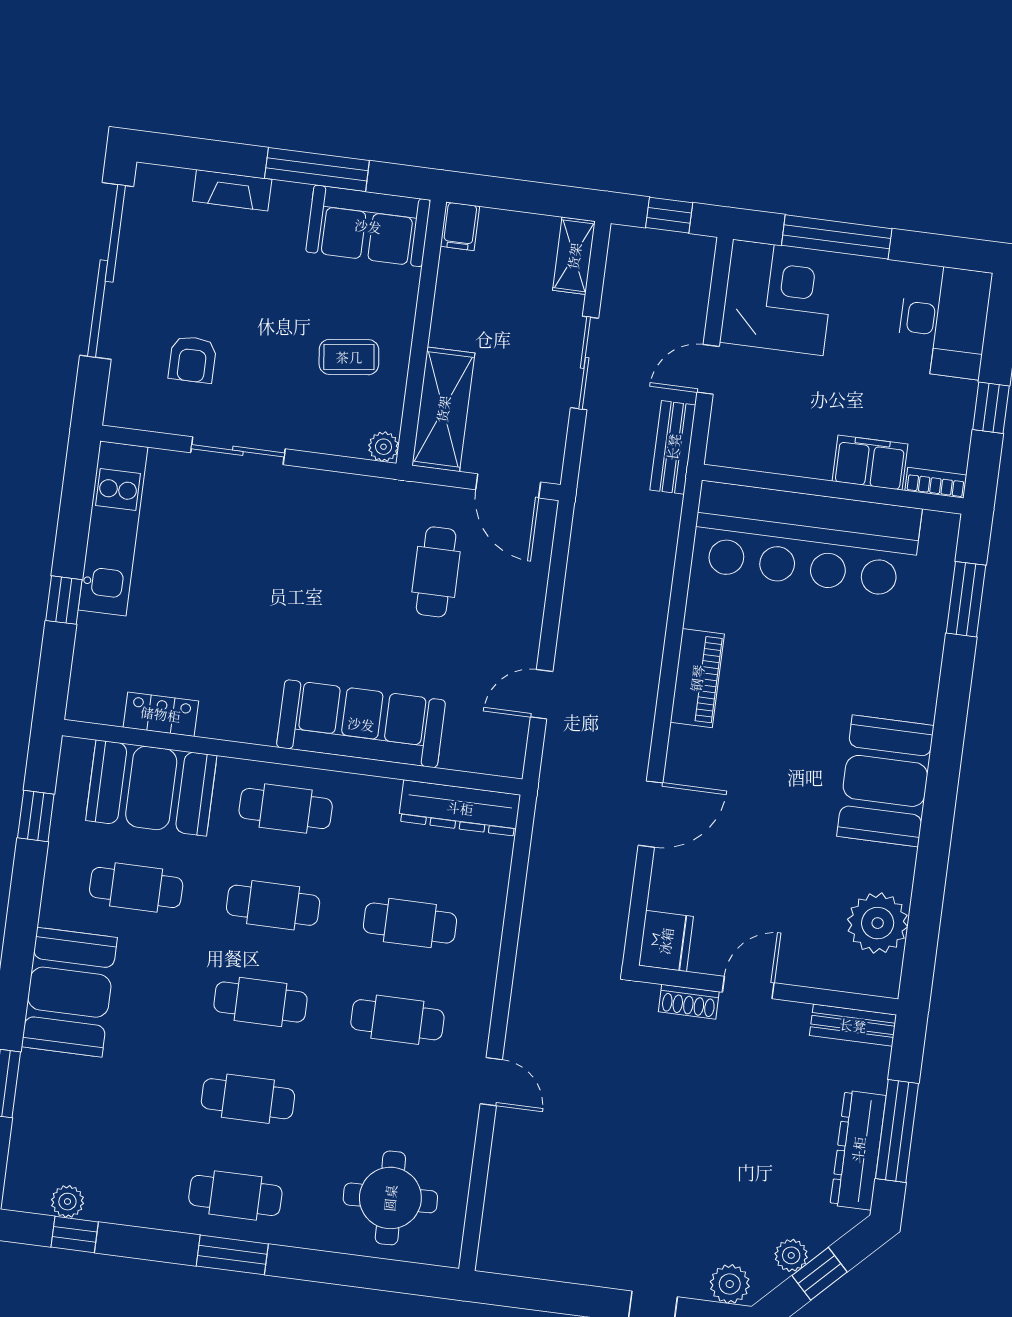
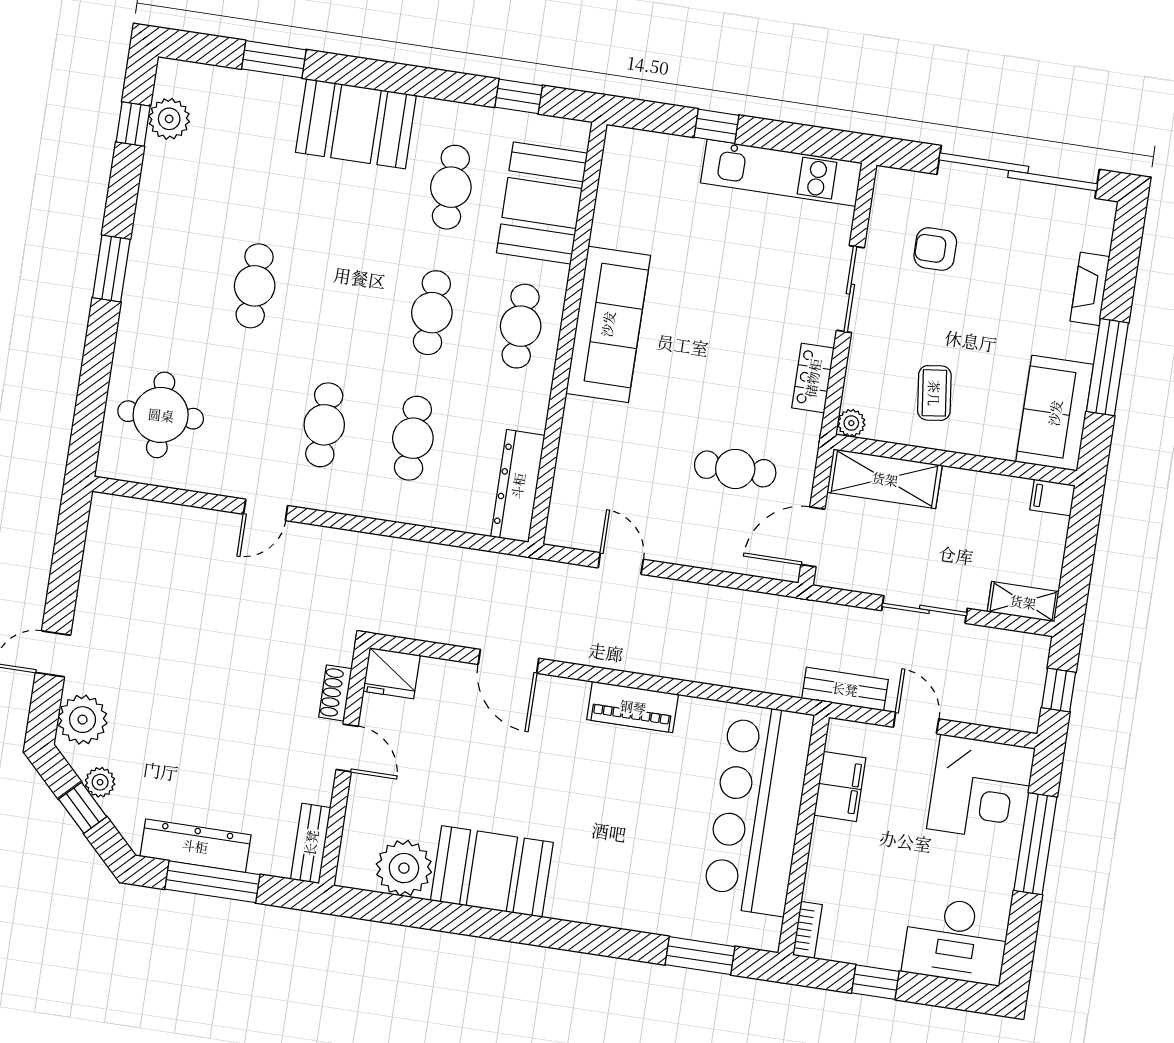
filing cabinet: (870, 463) -> (840, 787), moved
locker: (161, 714) -> (813, 378), moved, turned 180
sofa: (361, 724) -> (608, 324), moved
booth: (885, 781) -> (492, 871), moved
cafe table: (261, 1002) -> (343, 299), removed
cafe table: (235, 1195) -> (166, 272), removed
plant: (67, 1202) -> (169, 119), width x1.38, depth x1.38
plant: (730, 1284) -> (83, 720), width x1.36, depth x1.36

